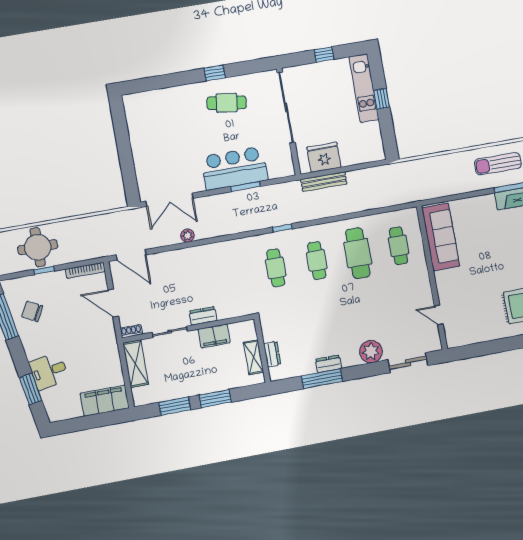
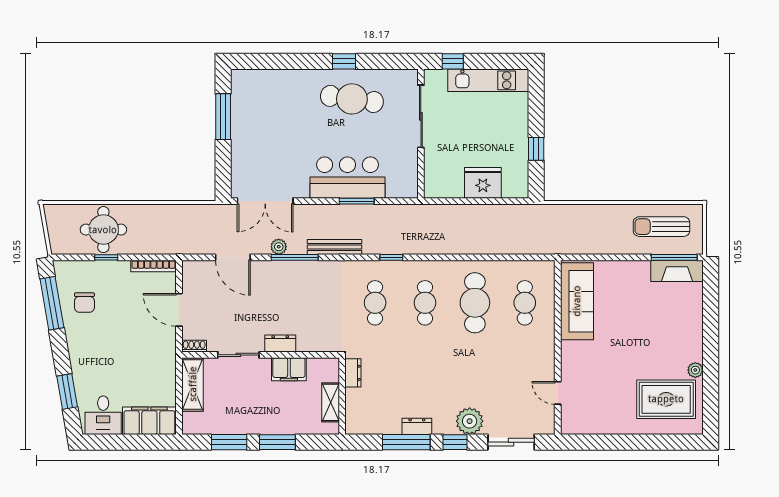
window: (324, 55) -> (453, 61), moved
kitchen unit: (364, 88) -> (488, 80), moved, turned -90
window: (382, 99) -> (536, 149), moved
cafe table: (227, 103) -> (352, 99), width x1.37, depth x1.35
sliding door: (286, 107) -> (421, 116), width x0.73
window: (122, 136) -> (223, 117), added
fridge: (324, 157) -> (483, 183), moved
bench: (324, 182) -> (334, 247), moved
window: (202, 242) -> (295, 257), added
door: (131, 255) -> (233, 257), moved
chair: (32, 311) -> (84, 303), turned -118
dresser: (272, 354) -> (353, 373), moved
desk: (49, 371) -> (103, 415), moved, turned -80
window: (362, 371) -> (455, 442), added

